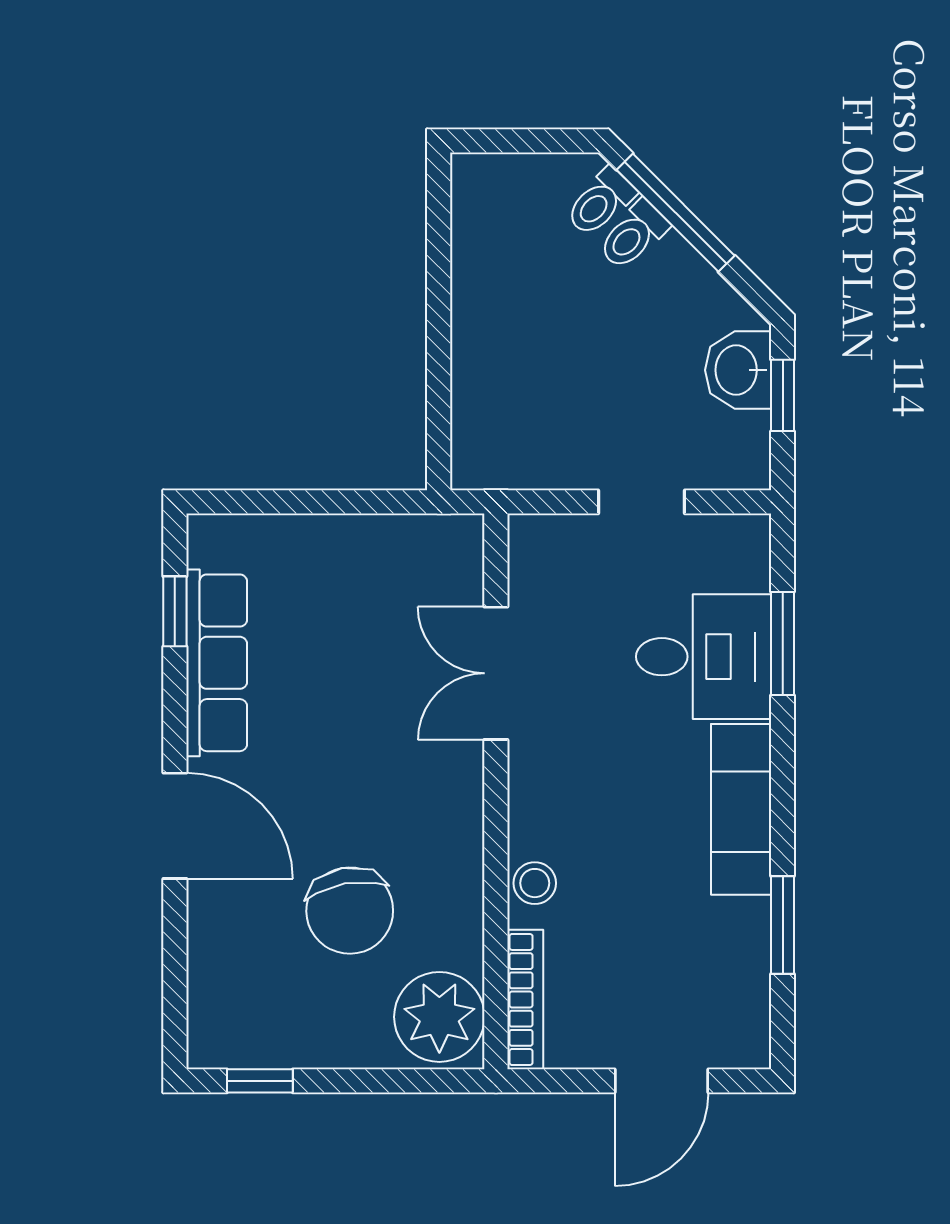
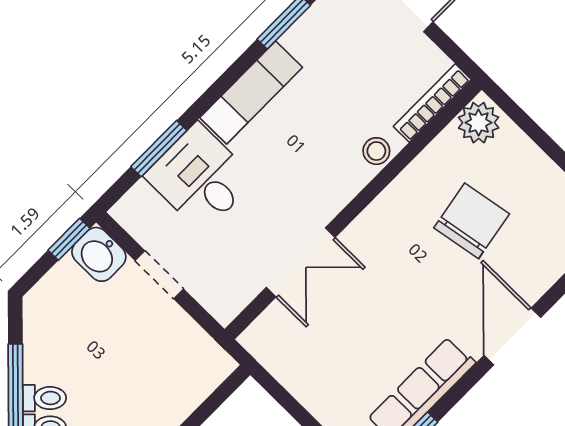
washbasin: (738, 370) -> (99, 254), moved, turned 90
window: (783, 395) -> (69, 239), moved
plant: (439, 1017) -> (479, 123), width x0.73, depth x0.73

